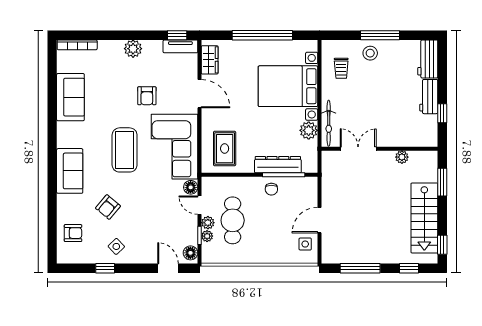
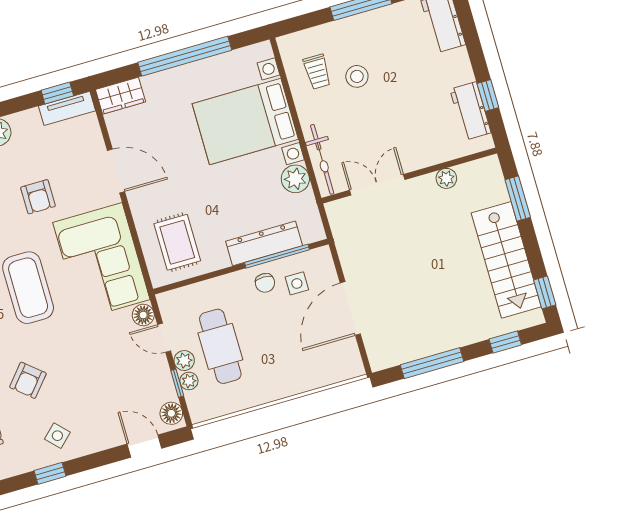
stool: (370, 53) -> (357, 76), moved
wardrobe: (210, 60) -> (120, 96), moved, turned 90
workbench: (429, 97) -> (470, 111), moved
door: (319, 220) -> (350, 308), width x1.36
side table: (305, 244) -> (297, 283), moved

